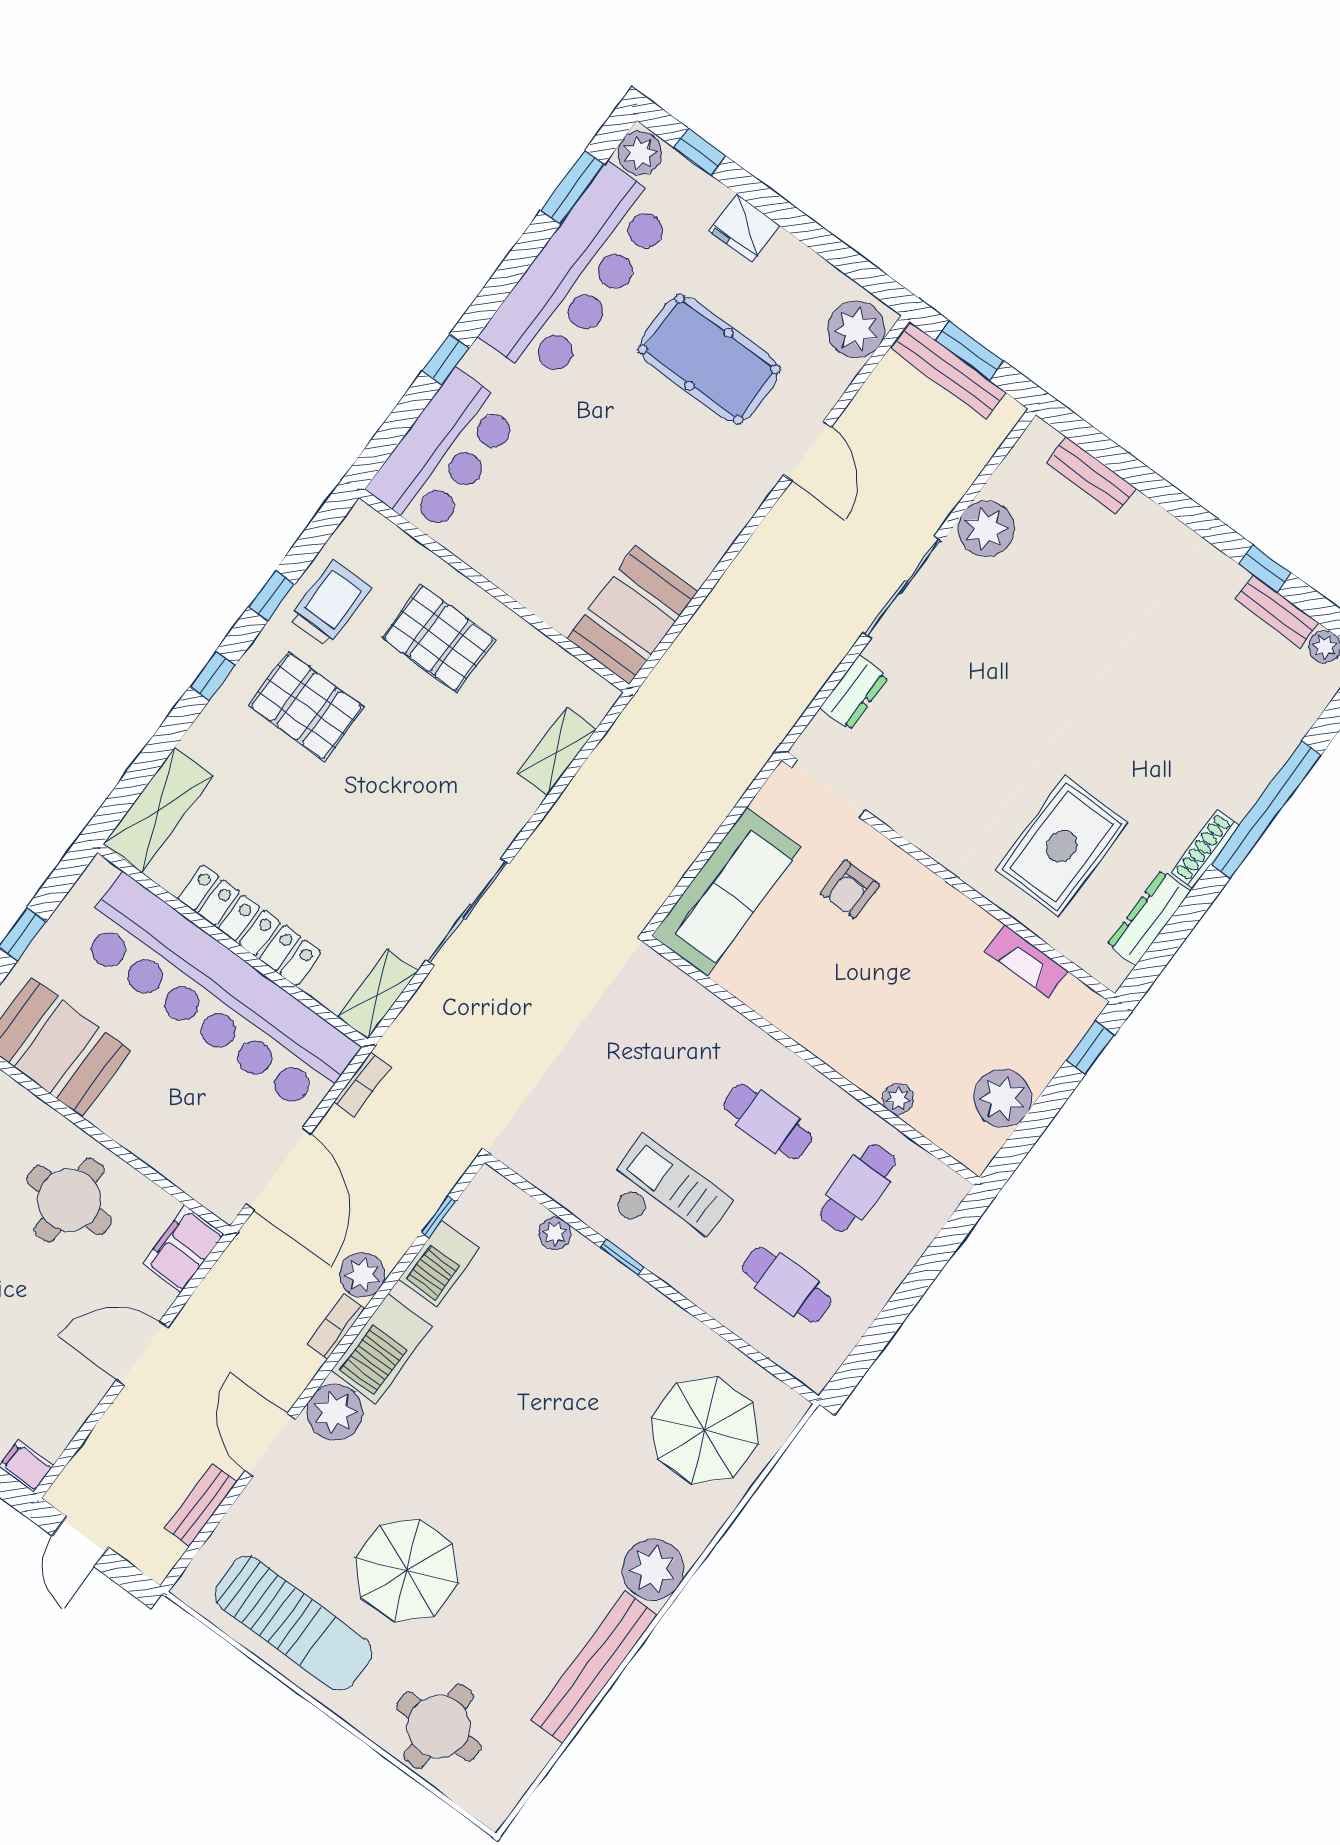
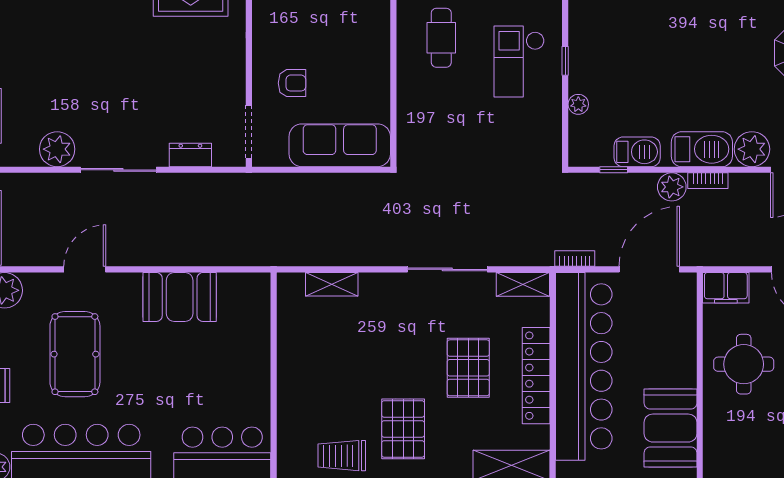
booth: (632, 615) -> (180, 297), moved
pallet: (439, 638) -> (468, 368), moved

